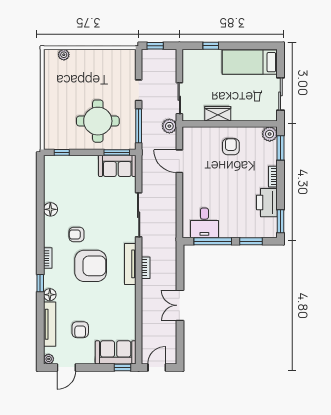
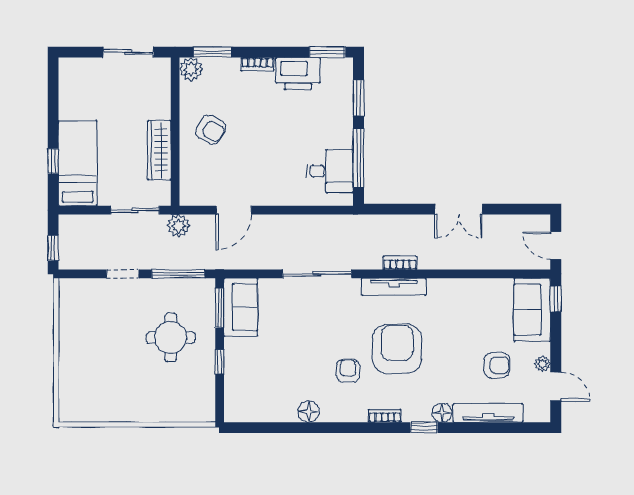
plant: (64, 55) -> (67, 391), removed
bed: (250, 62) -> (78, 163), moved, turned 180
wardrobe: (218, 114) -> (159, 150), width x1.50
round table: (98, 121) -> (171, 338), width x0.73, depth x0.73
armchair: (231, 147) -> (211, 130), turned -151
window: (62, 152) -> (220, 362), moved
armchair: (77, 234) -> (348, 371), turned 180
plant: (49, 359) -> (543, 364), moved

